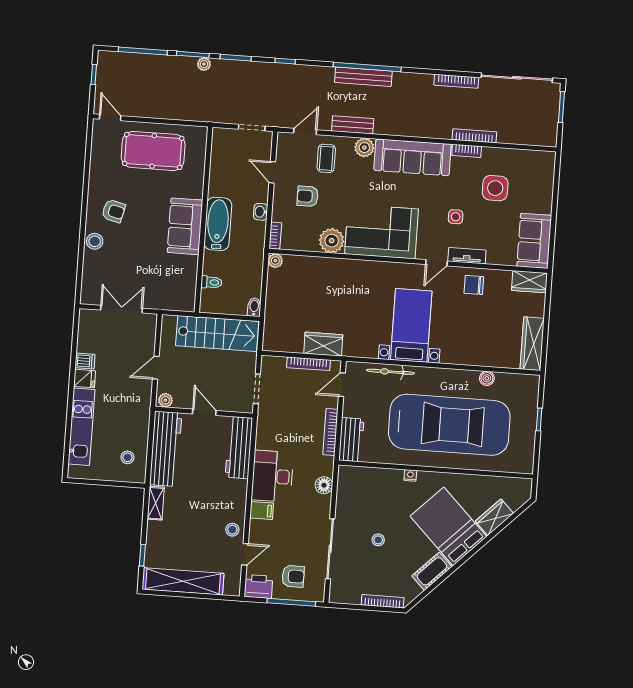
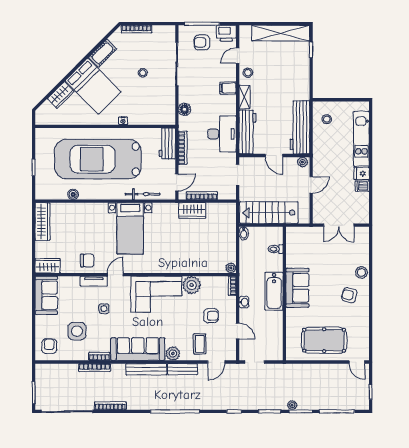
bench: (363, 77) -> (146, 369), moved
armchair: (535, 170) -> (49, 346), added
desk: (272, 476) -> (222, 134), moved
shelving: (156, 503) -> (244, 97), moved

